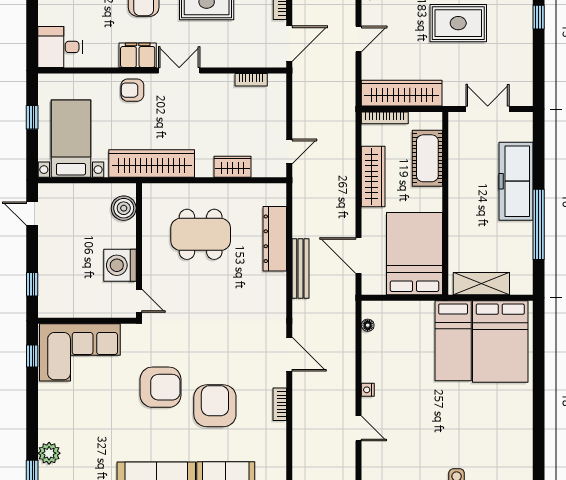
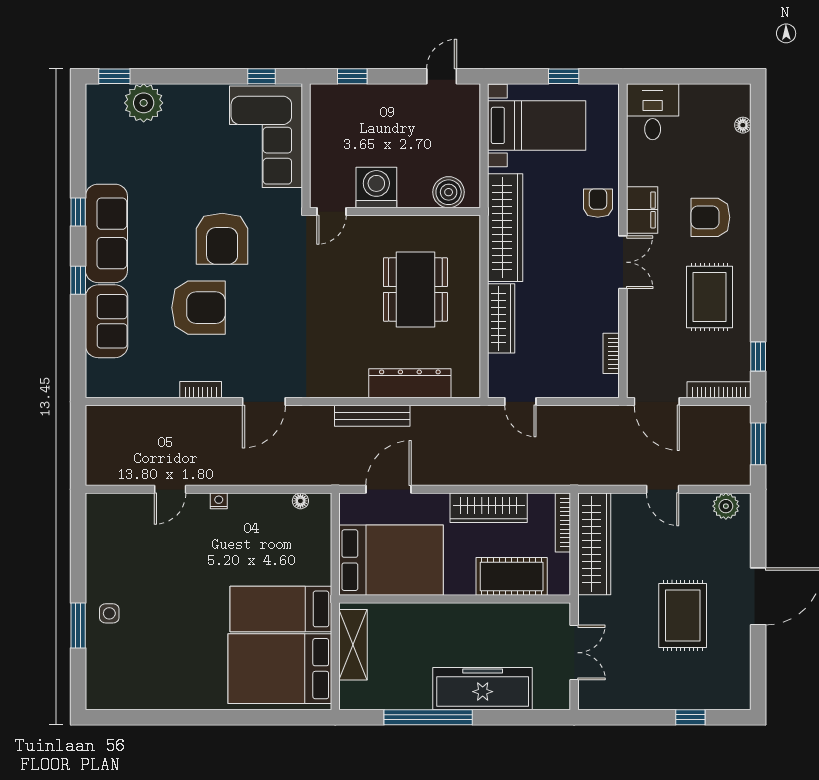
wardrobe: (233, 167) -> (501, 318), width x1.50
plant: (49, 453) -> (144, 103), width x1.36, depth x1.36

